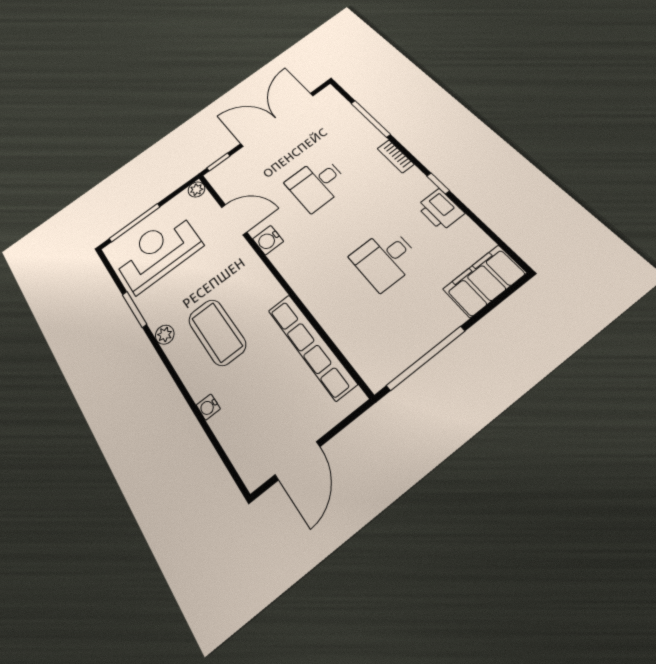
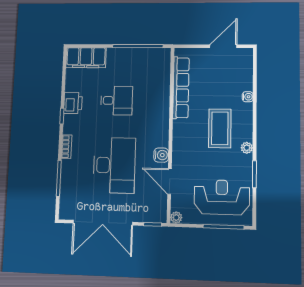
desk: (317, 184) -> (114, 165), width x1.87, depth x1.30
reception desk: (158, 252) -> (222, 197), turned 180

